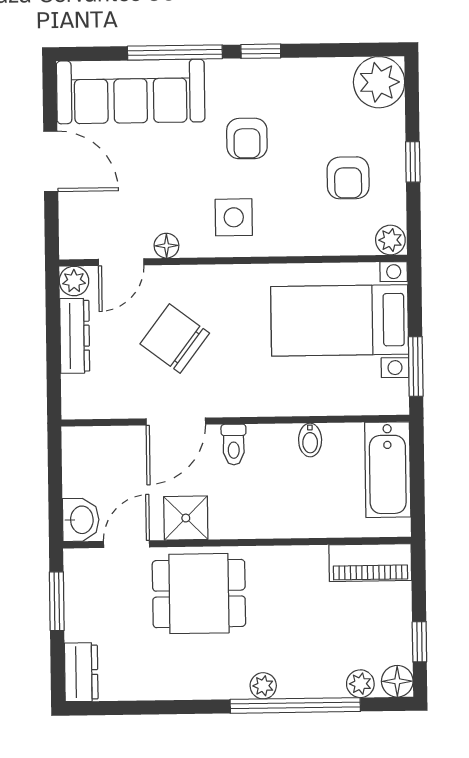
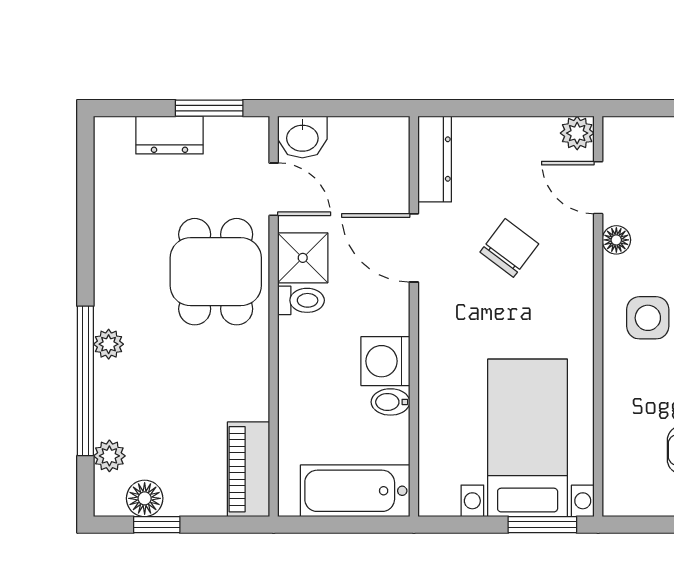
plant: (390, 240) -> (619, 498), removed
dresser: (75, 336) -> (435, 159), moved, turned -90
chair: (175, 339) -> (509, 248), width x0.73, depth x0.73
window: (416, 366) -> (542, 525), moved
toilet: (234, 444) -> (301, 300), moved, turned 180
washing machine: (275, 445) -> (385, 361), added
dresser: (81, 672) -> (169, 135), moved
floor lamp: (397, 681) -> (145, 498), moved

